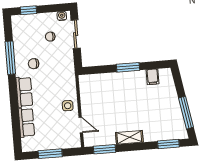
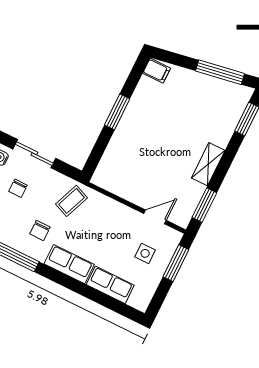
coffee table: (61, 72) -> (72, 201), added
filing cabinet: (152, 77) -> (157, 71), moved
side table: (68, 106) -> (145, 253), moved
window: (50, 154) -> (176, 263), moved

